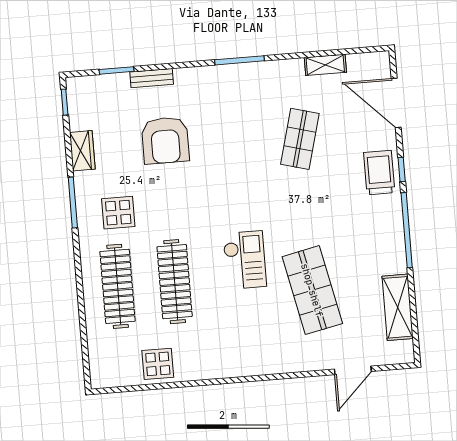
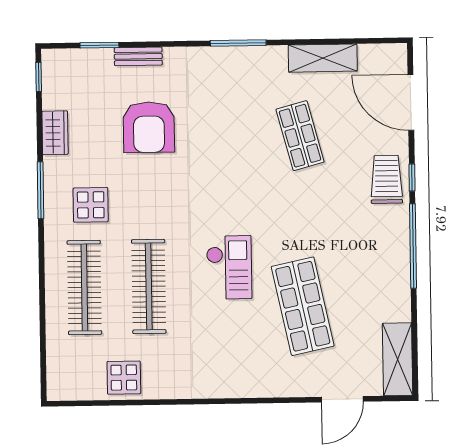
shelving: (325, 65) -> (323, 58), width x1.50, depth x1.33
shop shelf: (300, 139) -> (300, 136), turned -30
shelving: (398, 307) -> (398, 359), moved

